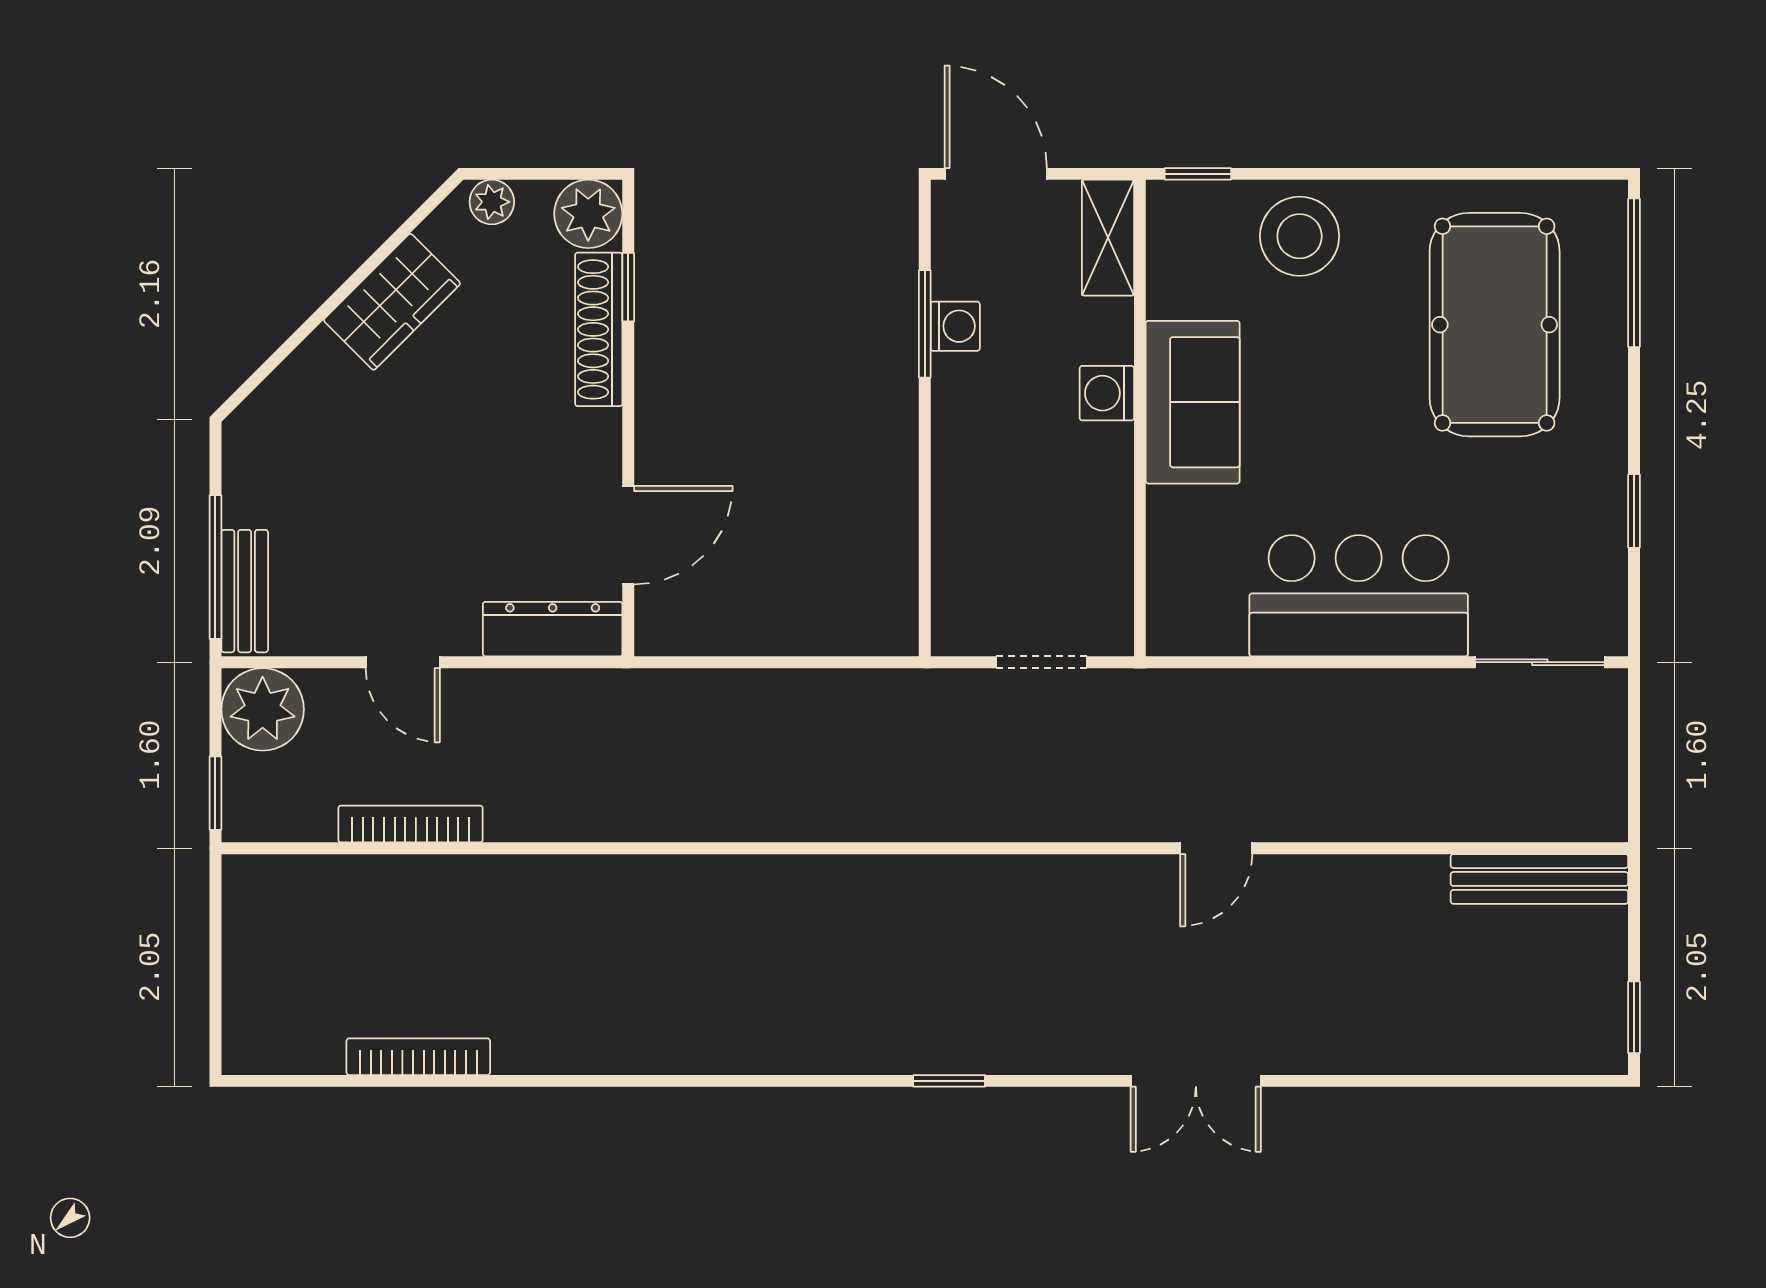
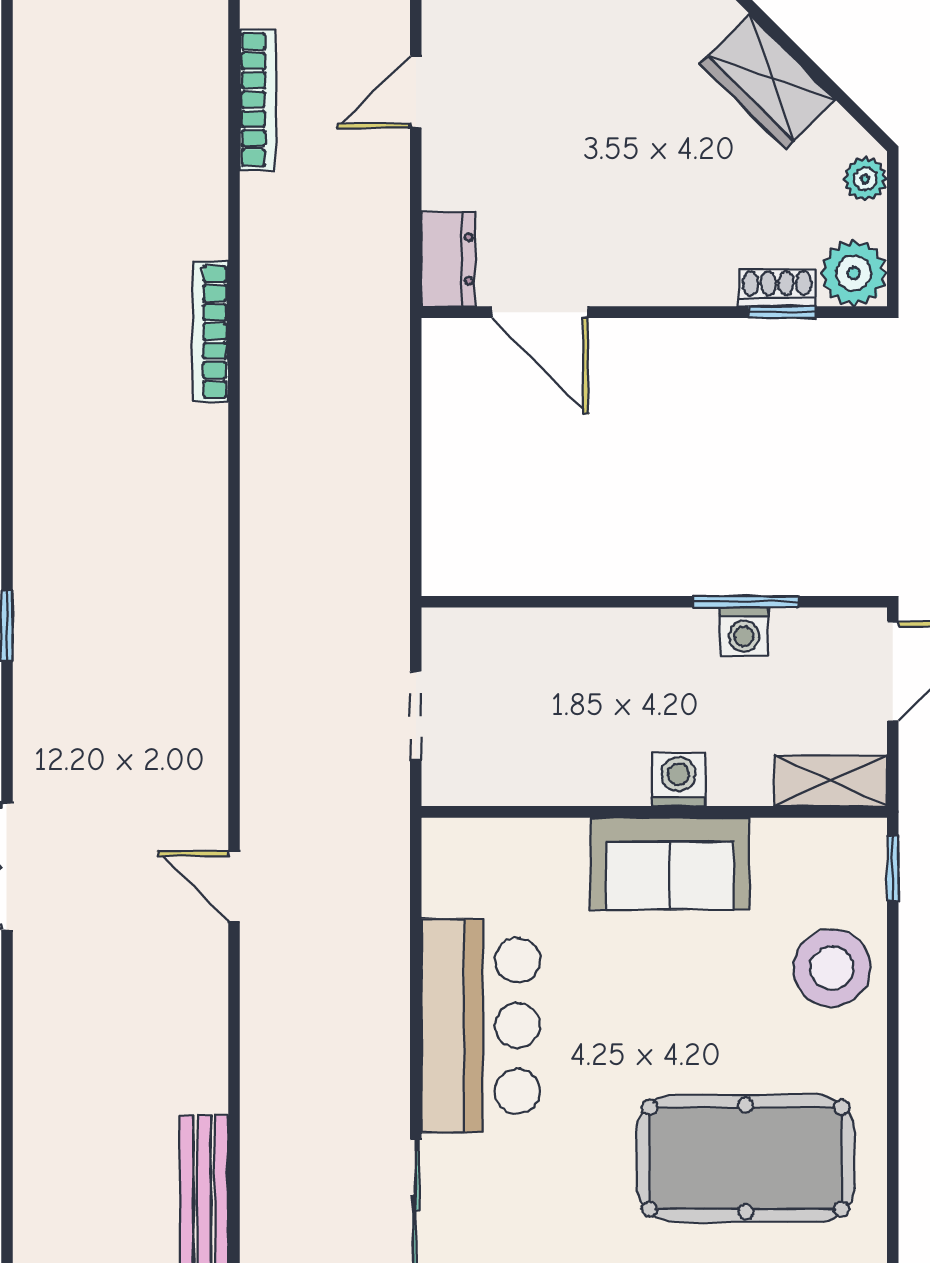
shoe rack: (599, 329) -> (777, 288), width x0.51, depth x0.81
dresser: (553, 629) -> (448, 259), width x0.70
bookcase: (418, 1057) -> (210, 332), moved, turned 180

